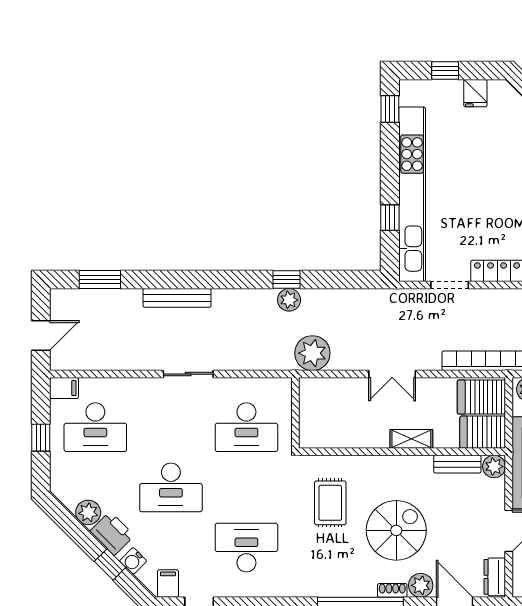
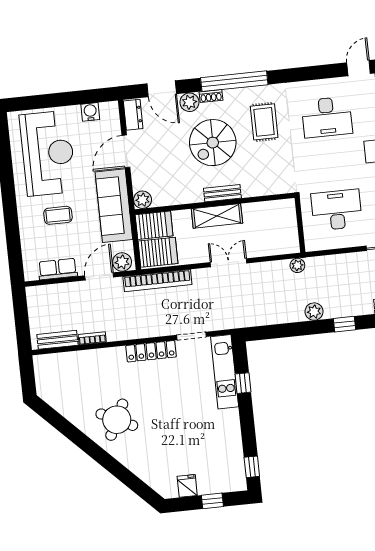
kitchen unit: (412, 194) -> (225, 372), width x0.54
window: (287, 280) -> (345, 324), moved
plant: (312, 353) -> (297, 265), width x0.53, depth x0.53
shelving: (411, 439) -> (217, 216), width x1.50, depth x1.33
bench: (457, 464) -> (222, 193), moved
rug: (330, 503) -> (264, 122), moved

